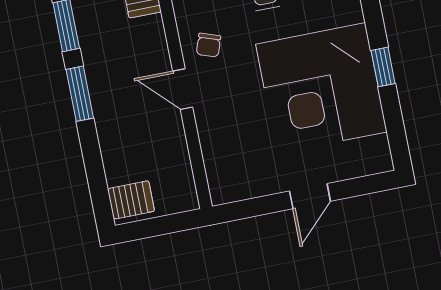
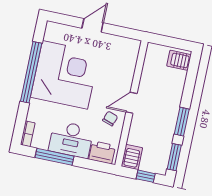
window: (383, 67) -> (31, 72), width x3.17
door: (183, 89) -> (132, 103), swing flipped

